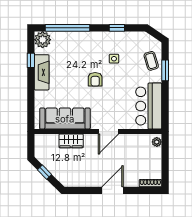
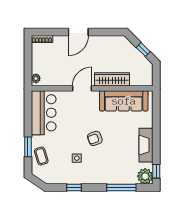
window: (67, 28) -> (121, 188), width x0.68
window: (31, 60) -> (156, 171), moved
armchair: (95, 79) -> (95, 138), turned -110
wardrobe: (71, 141) -> (112, 79), width x1.50

